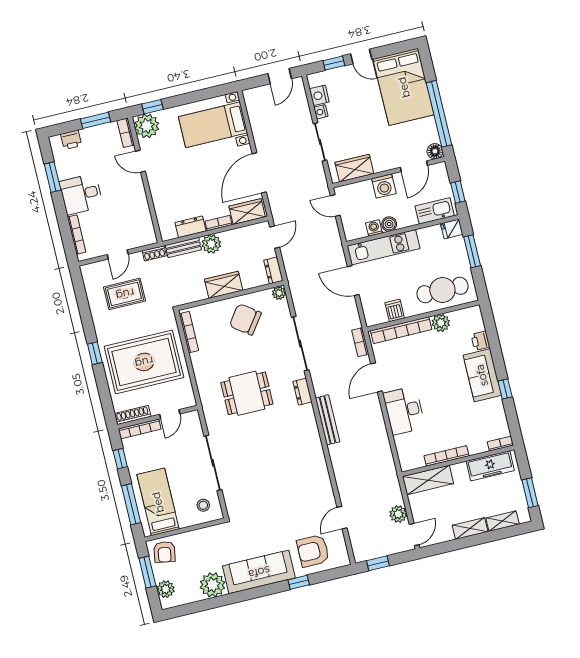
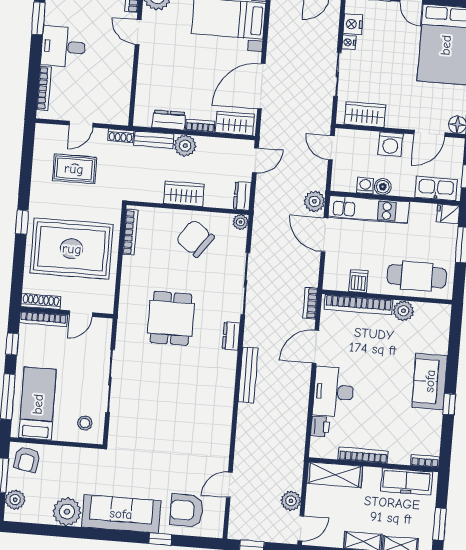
plant: (336, 255) -> (314, 201), added
printer: (480, 341) -> (320, 427), moved, turned 180
dining table: (247, 393) -> (171, 318), turned 90

